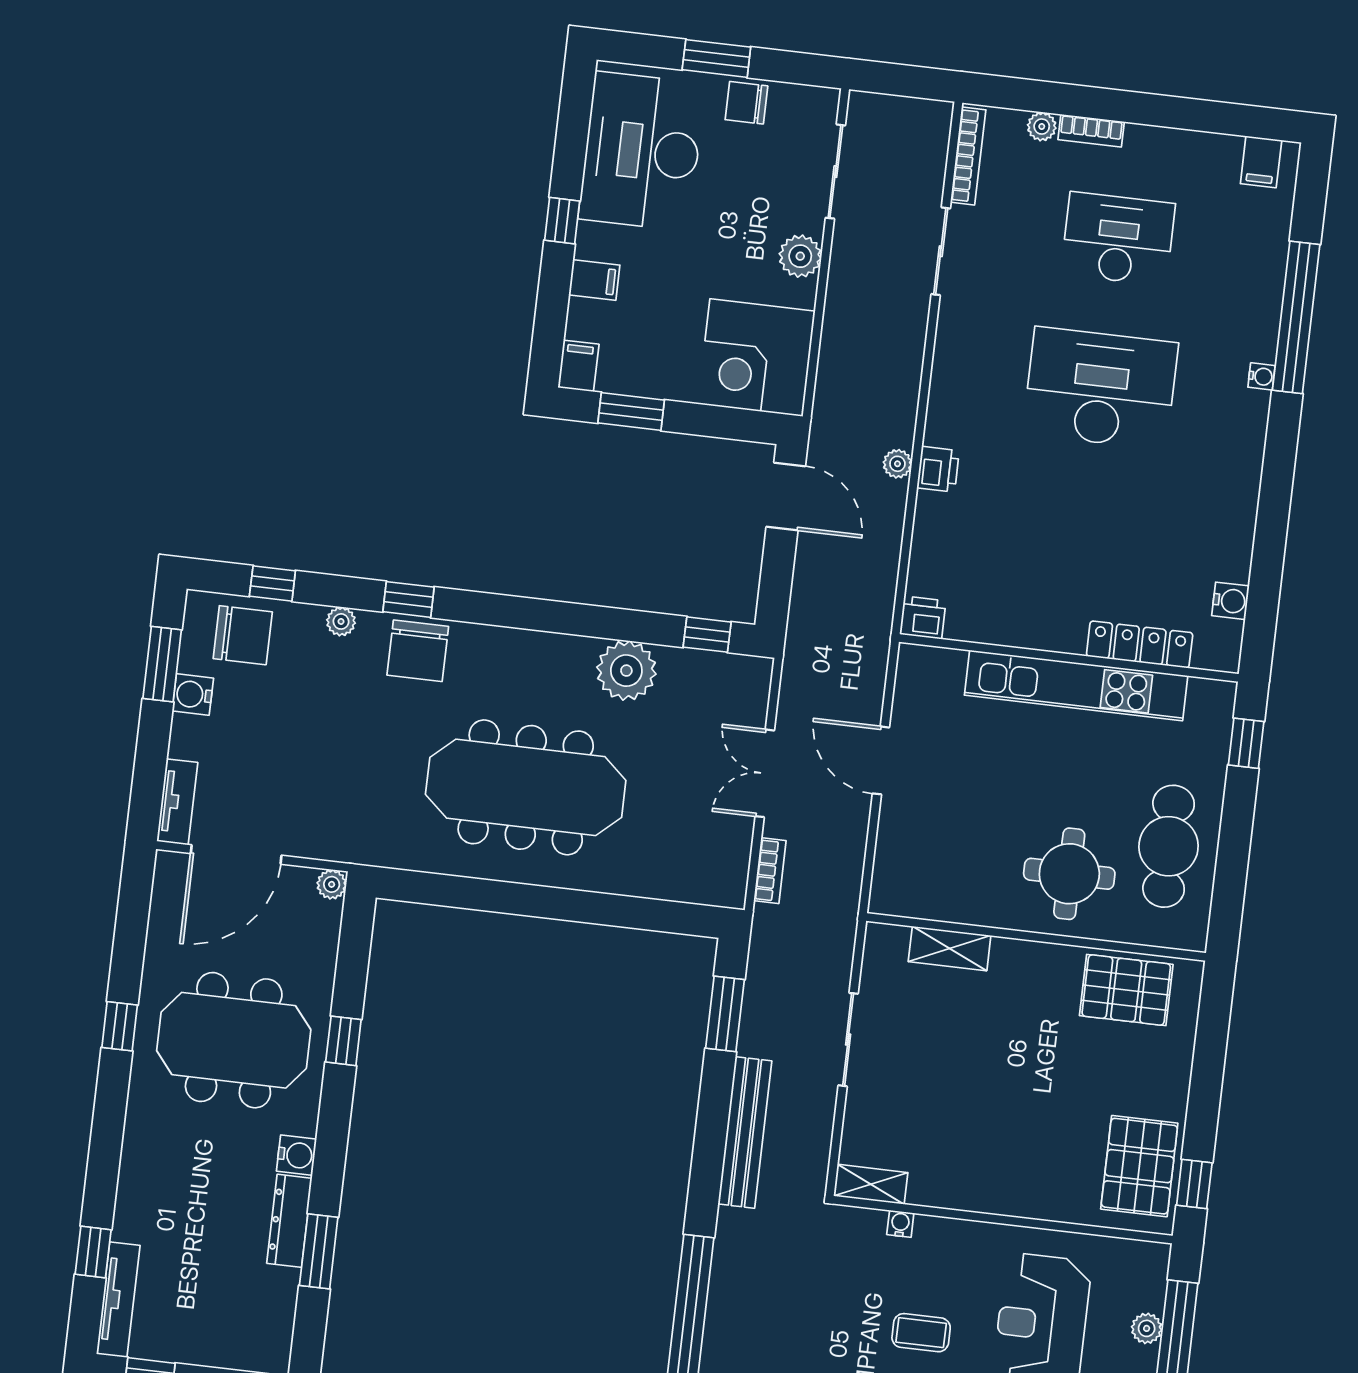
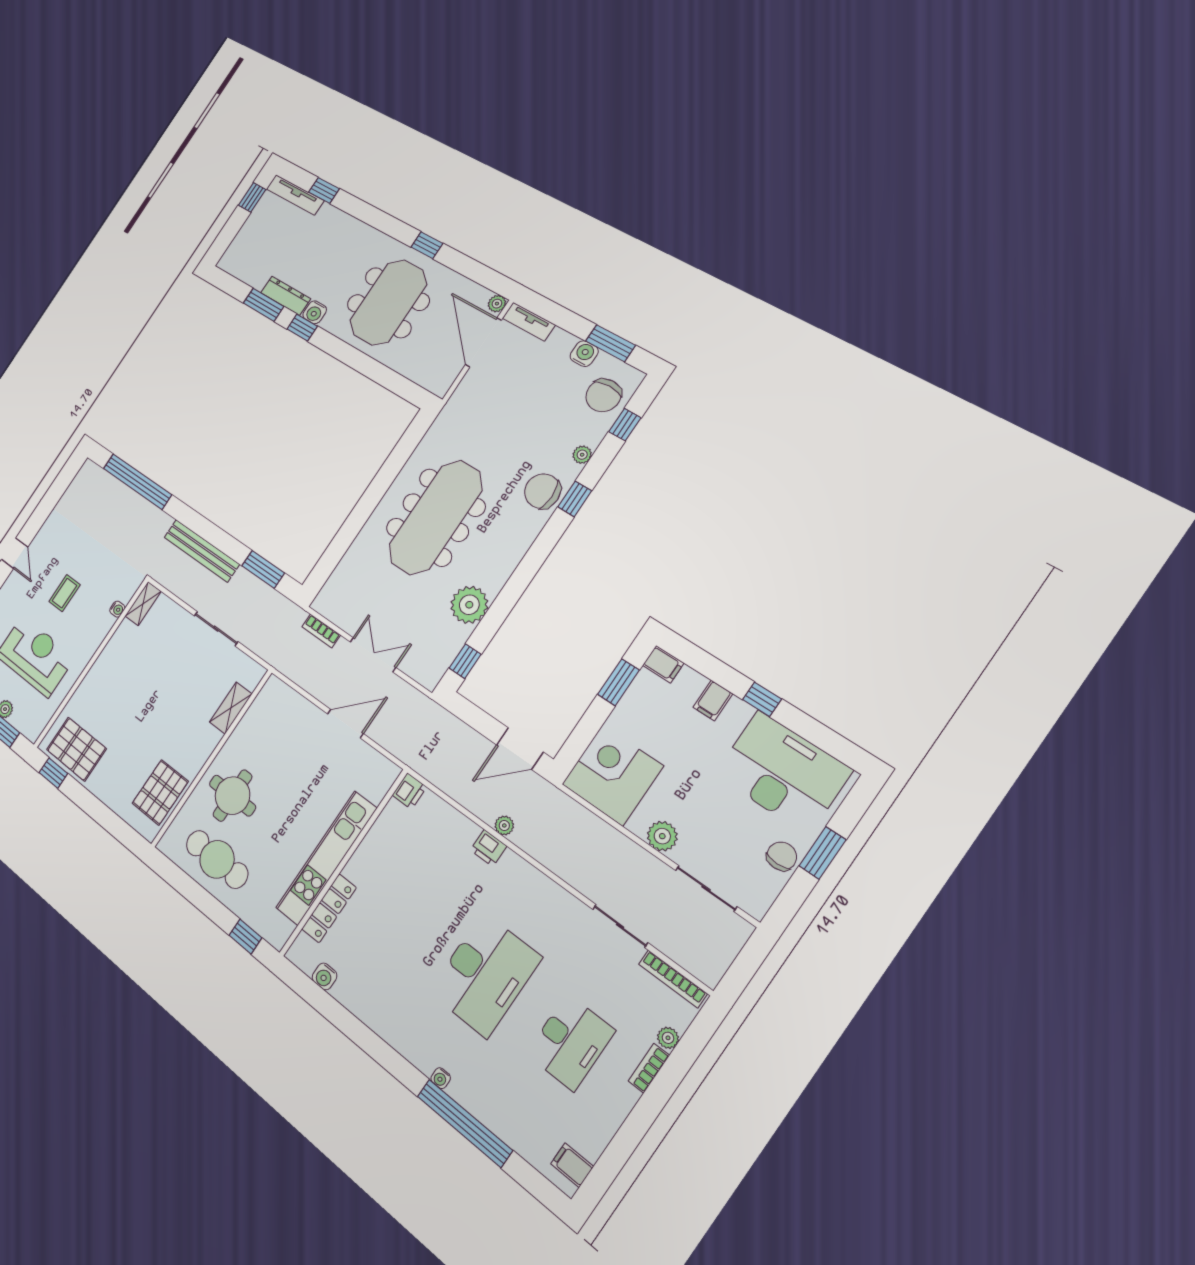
plant: (332, 884) -> (497, 304), moved
window: (343, 1041) -> (302, 328), moved

